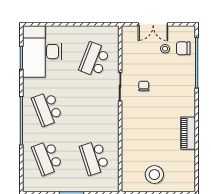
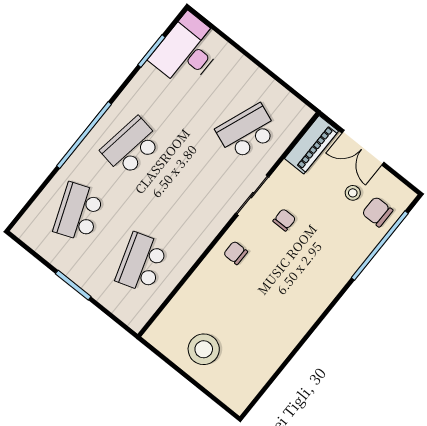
desk: (42, 52) -> (187, 51), width x0.73, depth x0.77
school desk: (47, 109) -> (131, 147), turned 30
chair: (134, 119) -> (236, 253), added
piano: (188, 133) -> (311, 145), moved, turned 180

